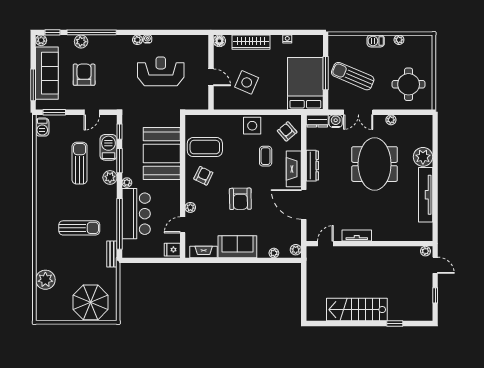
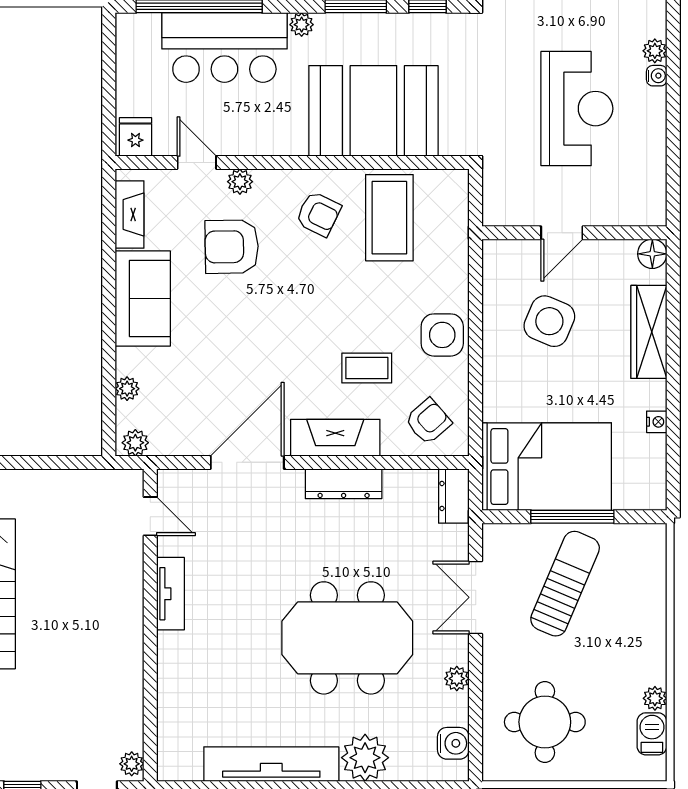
barbecue: (376, 41) -> (652, 734), moved
water cooler: (336, 121) -> (453, 743), moved
armchair: (240, 199) -> (232, 247), moved

